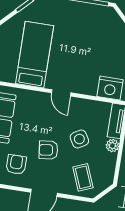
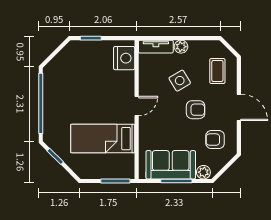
armchair: (48, 150) -> (196, 110), turned -83
coffee table: (83, 177) -> (217, 71), turned -68

